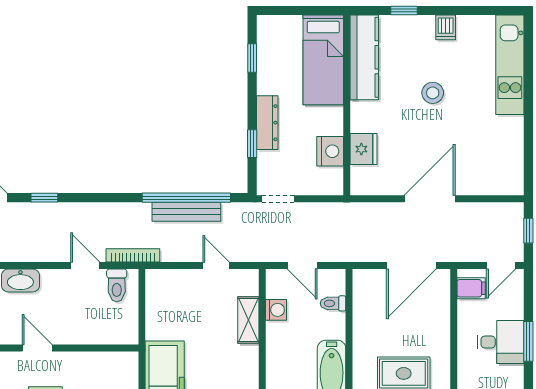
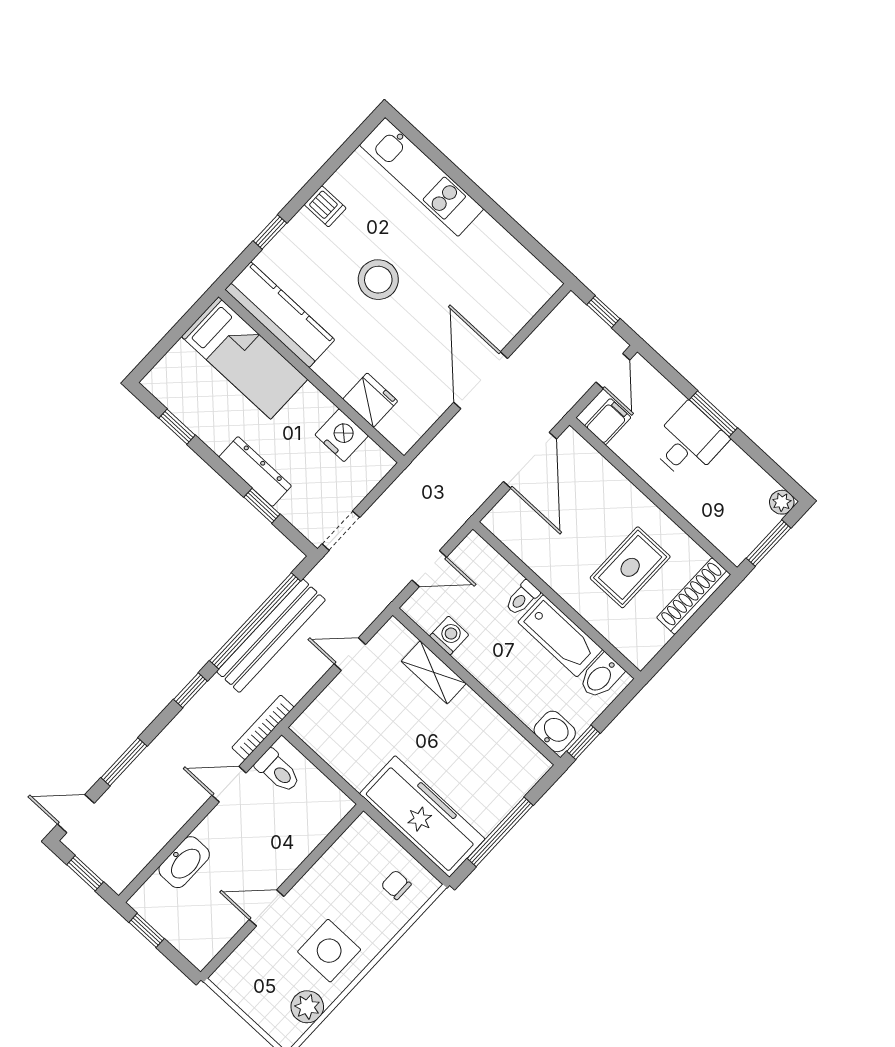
stool: (433, 93) -> (378, 280), width x1.38, depth x1.38
window: (44, 198) -> (124, 762), width x1.50
window: (116, 198) -> (190, 690), added
bench: (186, 212) -> (271, 636), width x1.37, depth x1.21
toilet: (333, 303) -> (522, 598), moved

